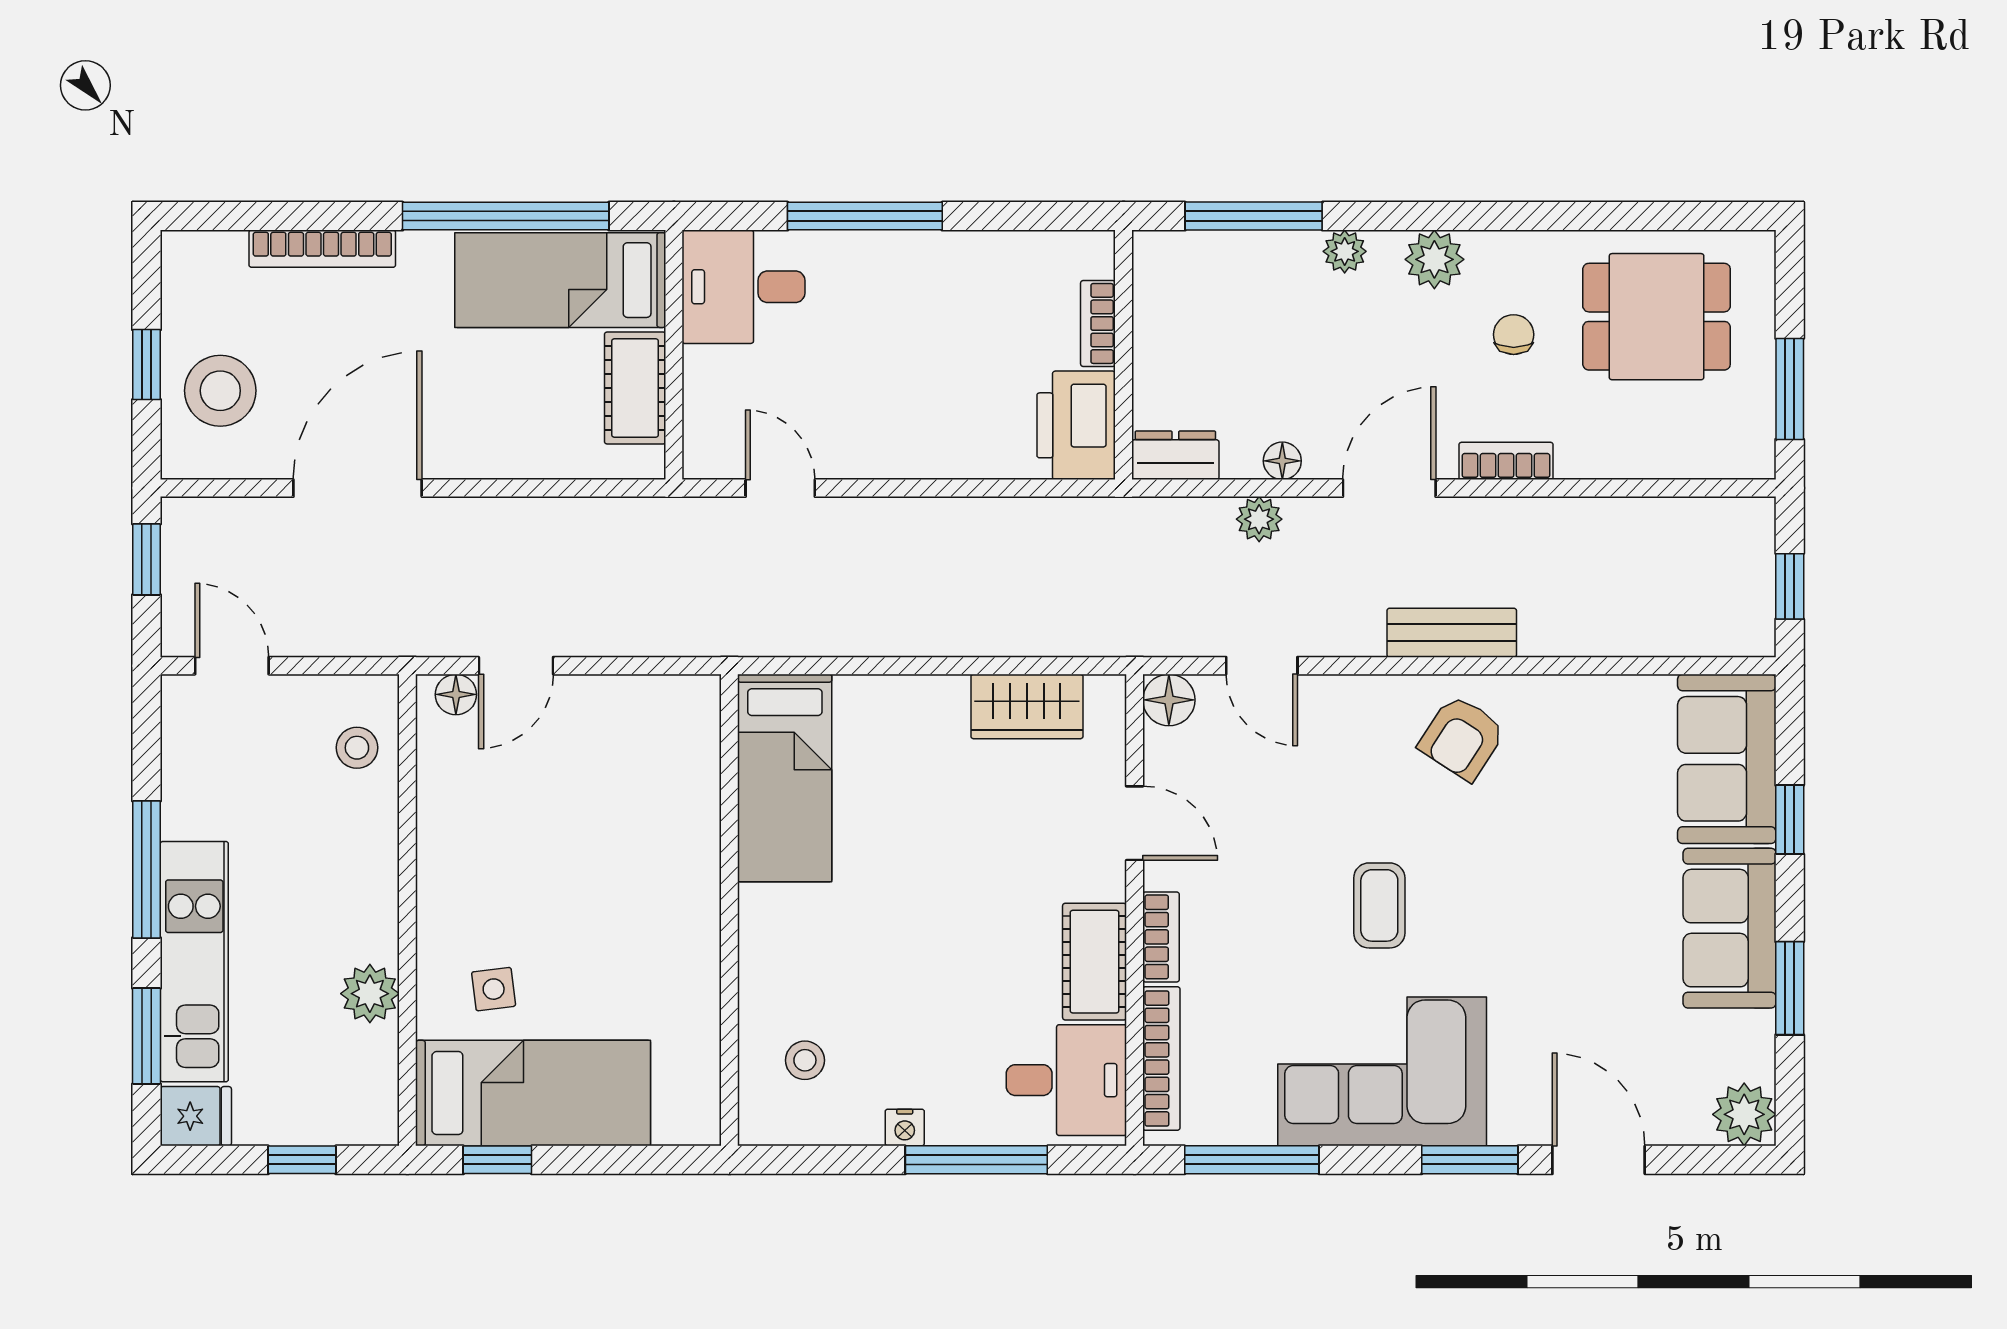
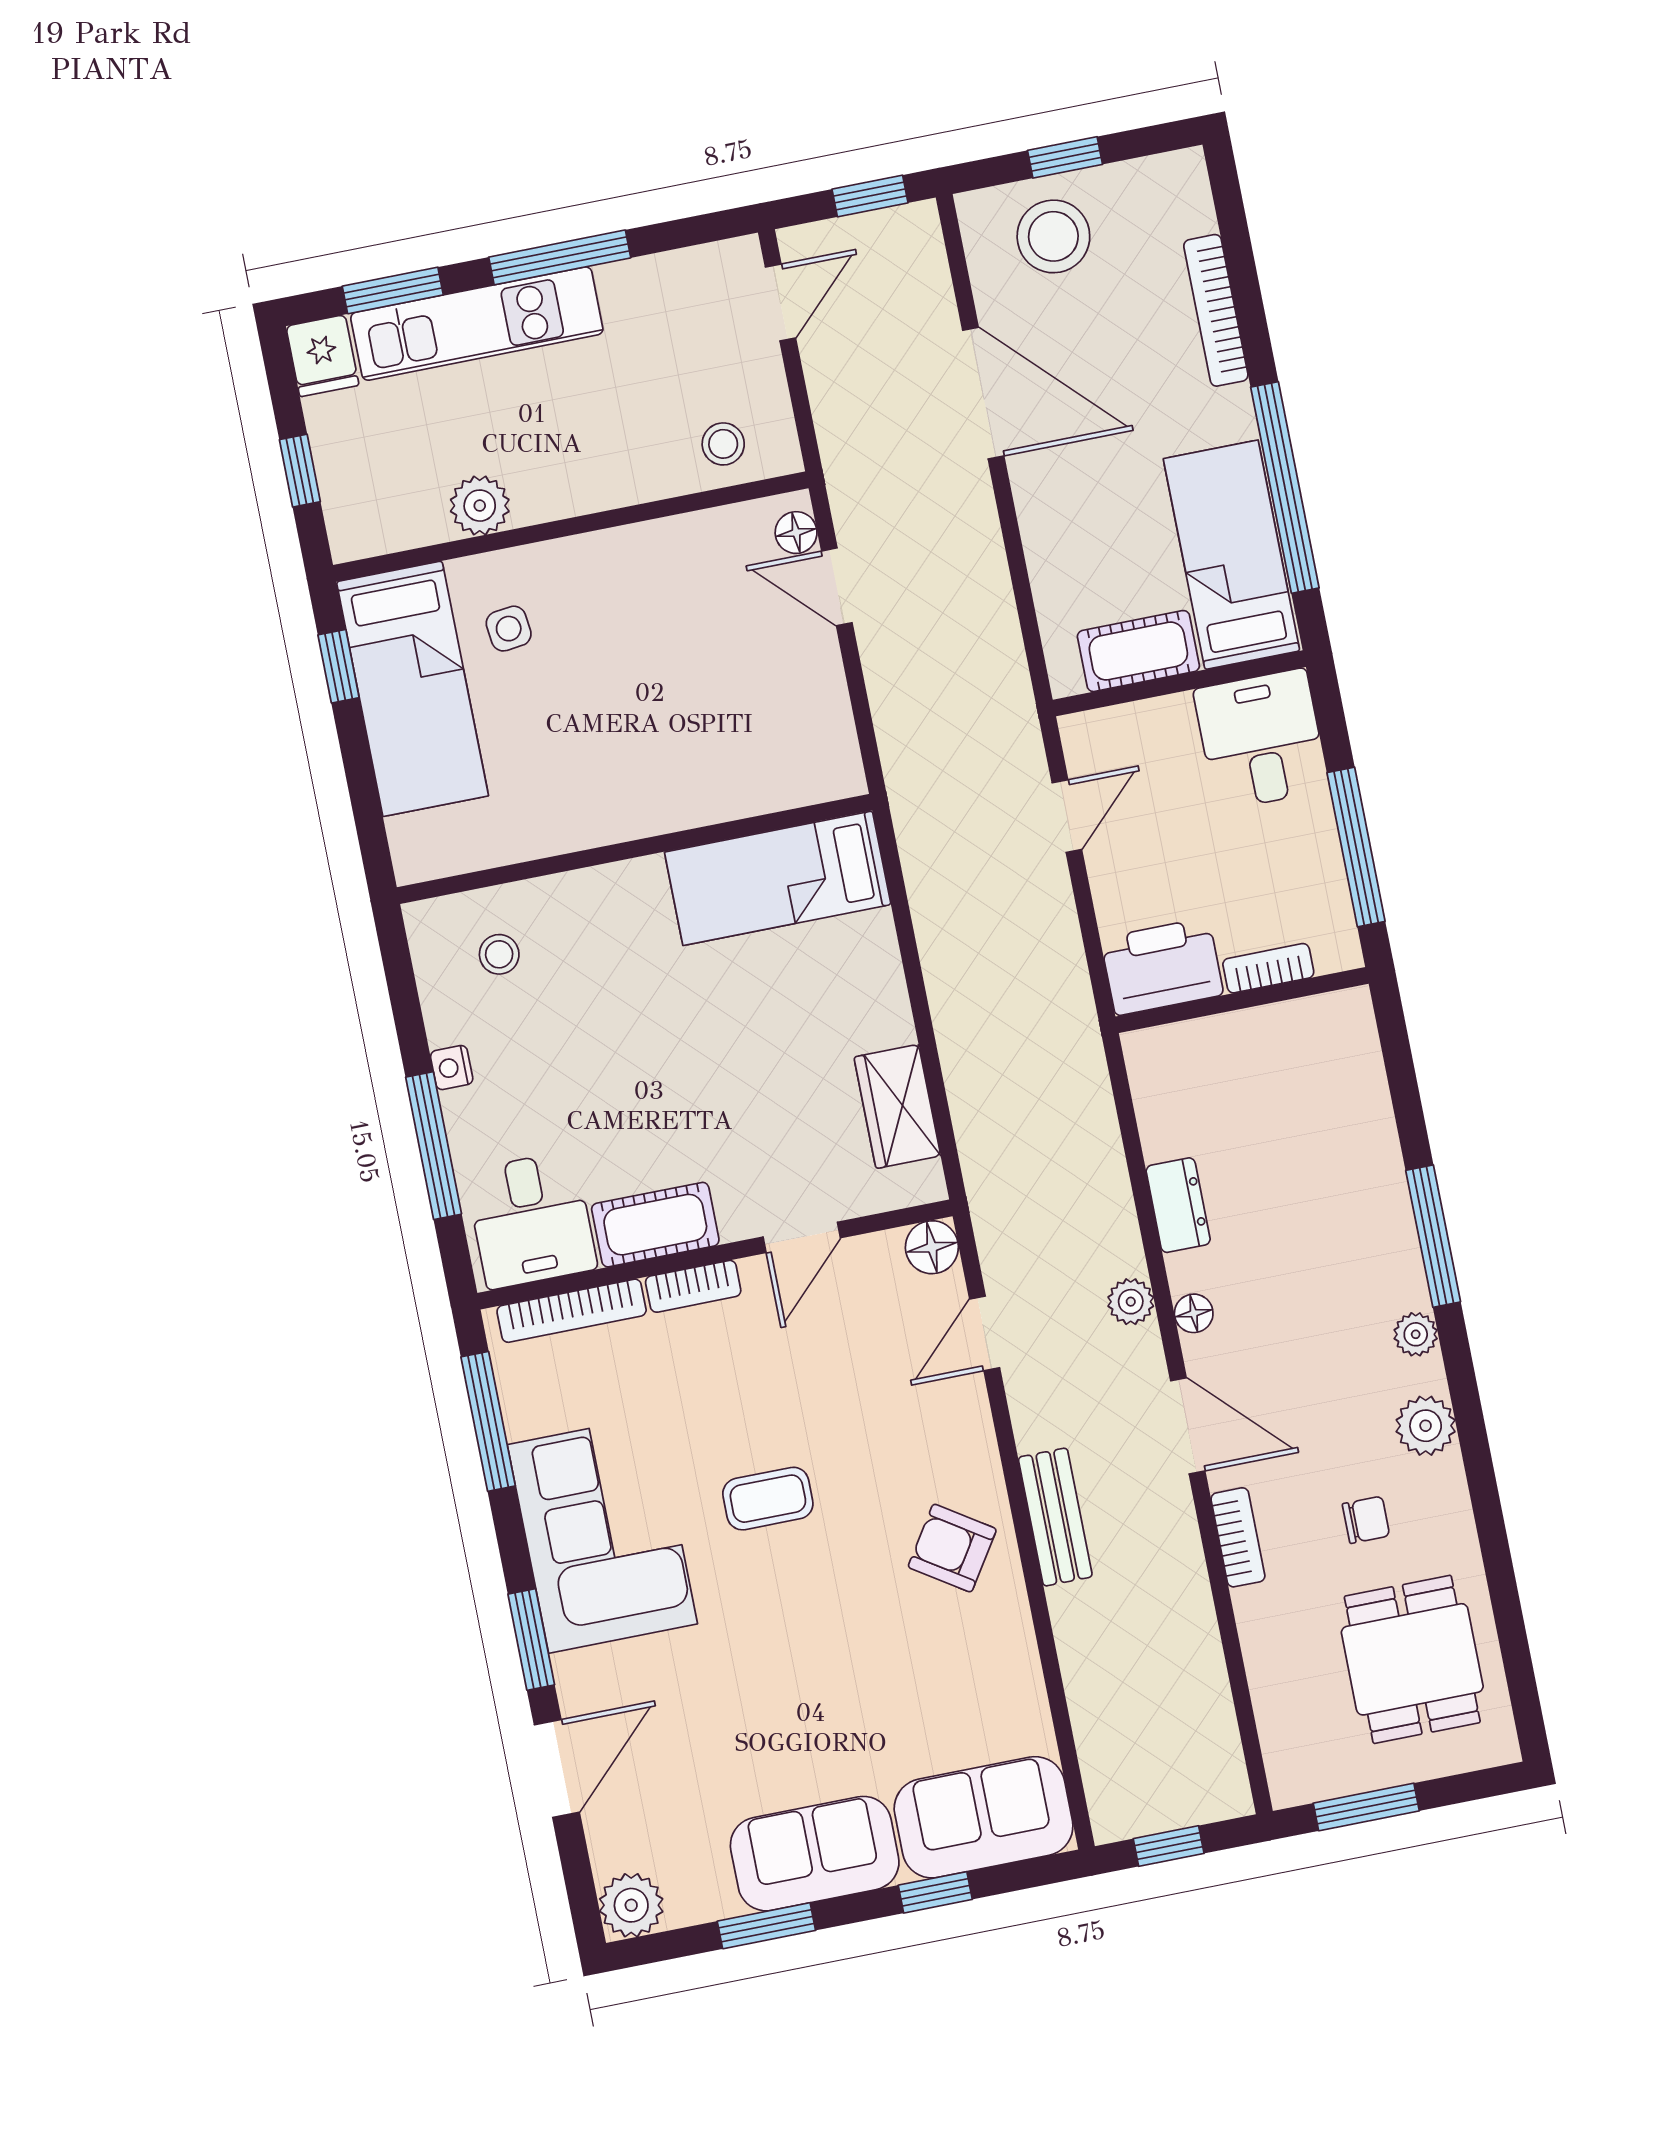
bookcase: (1098, 323) -> (1268, 968), moved
wall: (1124, 355) -> (1242, 1000), moved
printer: (1076, 425) -> (1162, 967), moved

